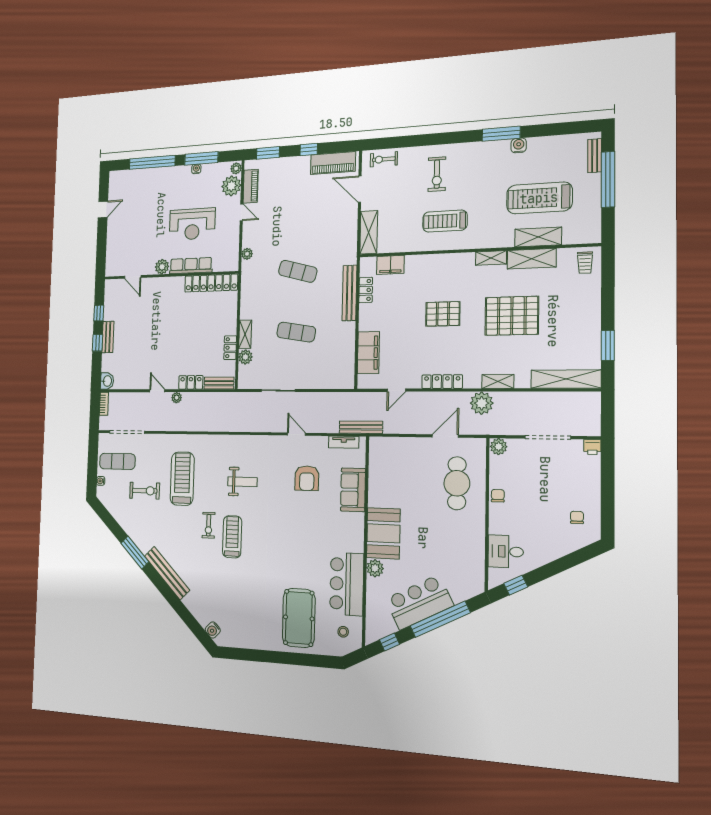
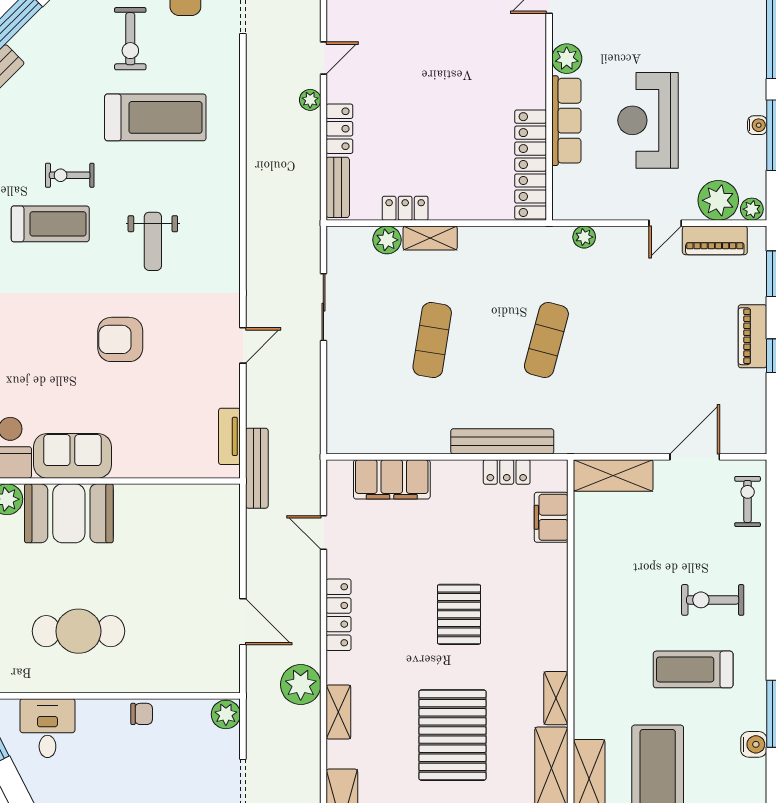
piano: (333, 163) -> (752, 336), moved, width x0.73, depth x0.75
treadmill: (445, 221) -> (693, 669), moved, turned -90
armchair: (307, 478) -> (120, 339), moved
cafe table: (457, 483) -> (78, 631), moved
sofa: (353, 490) -> (72, 456), moved

